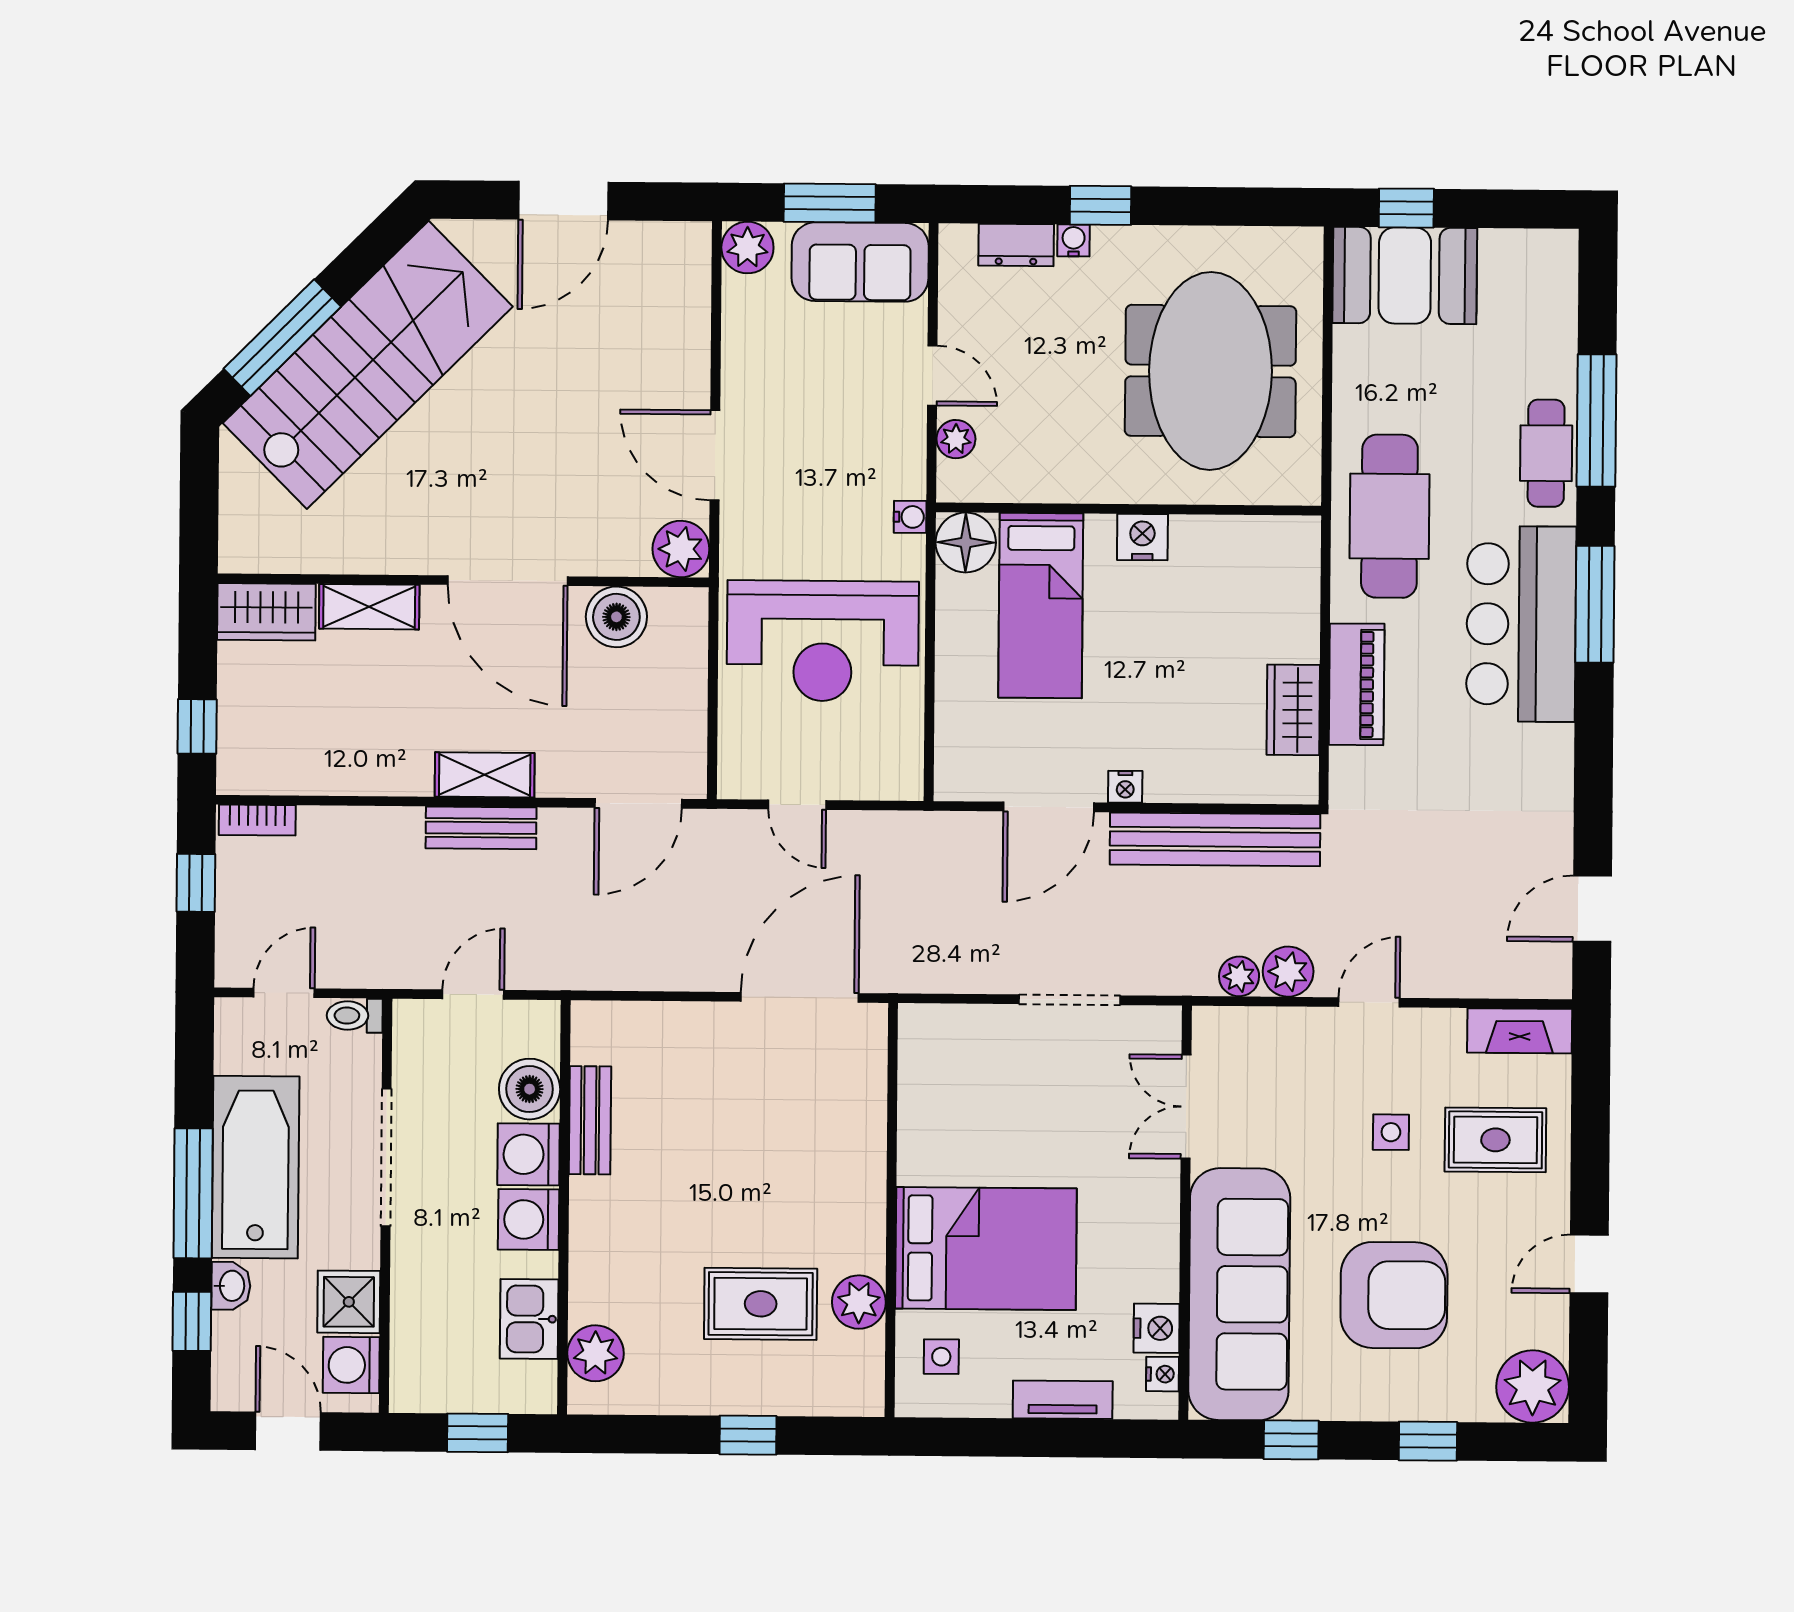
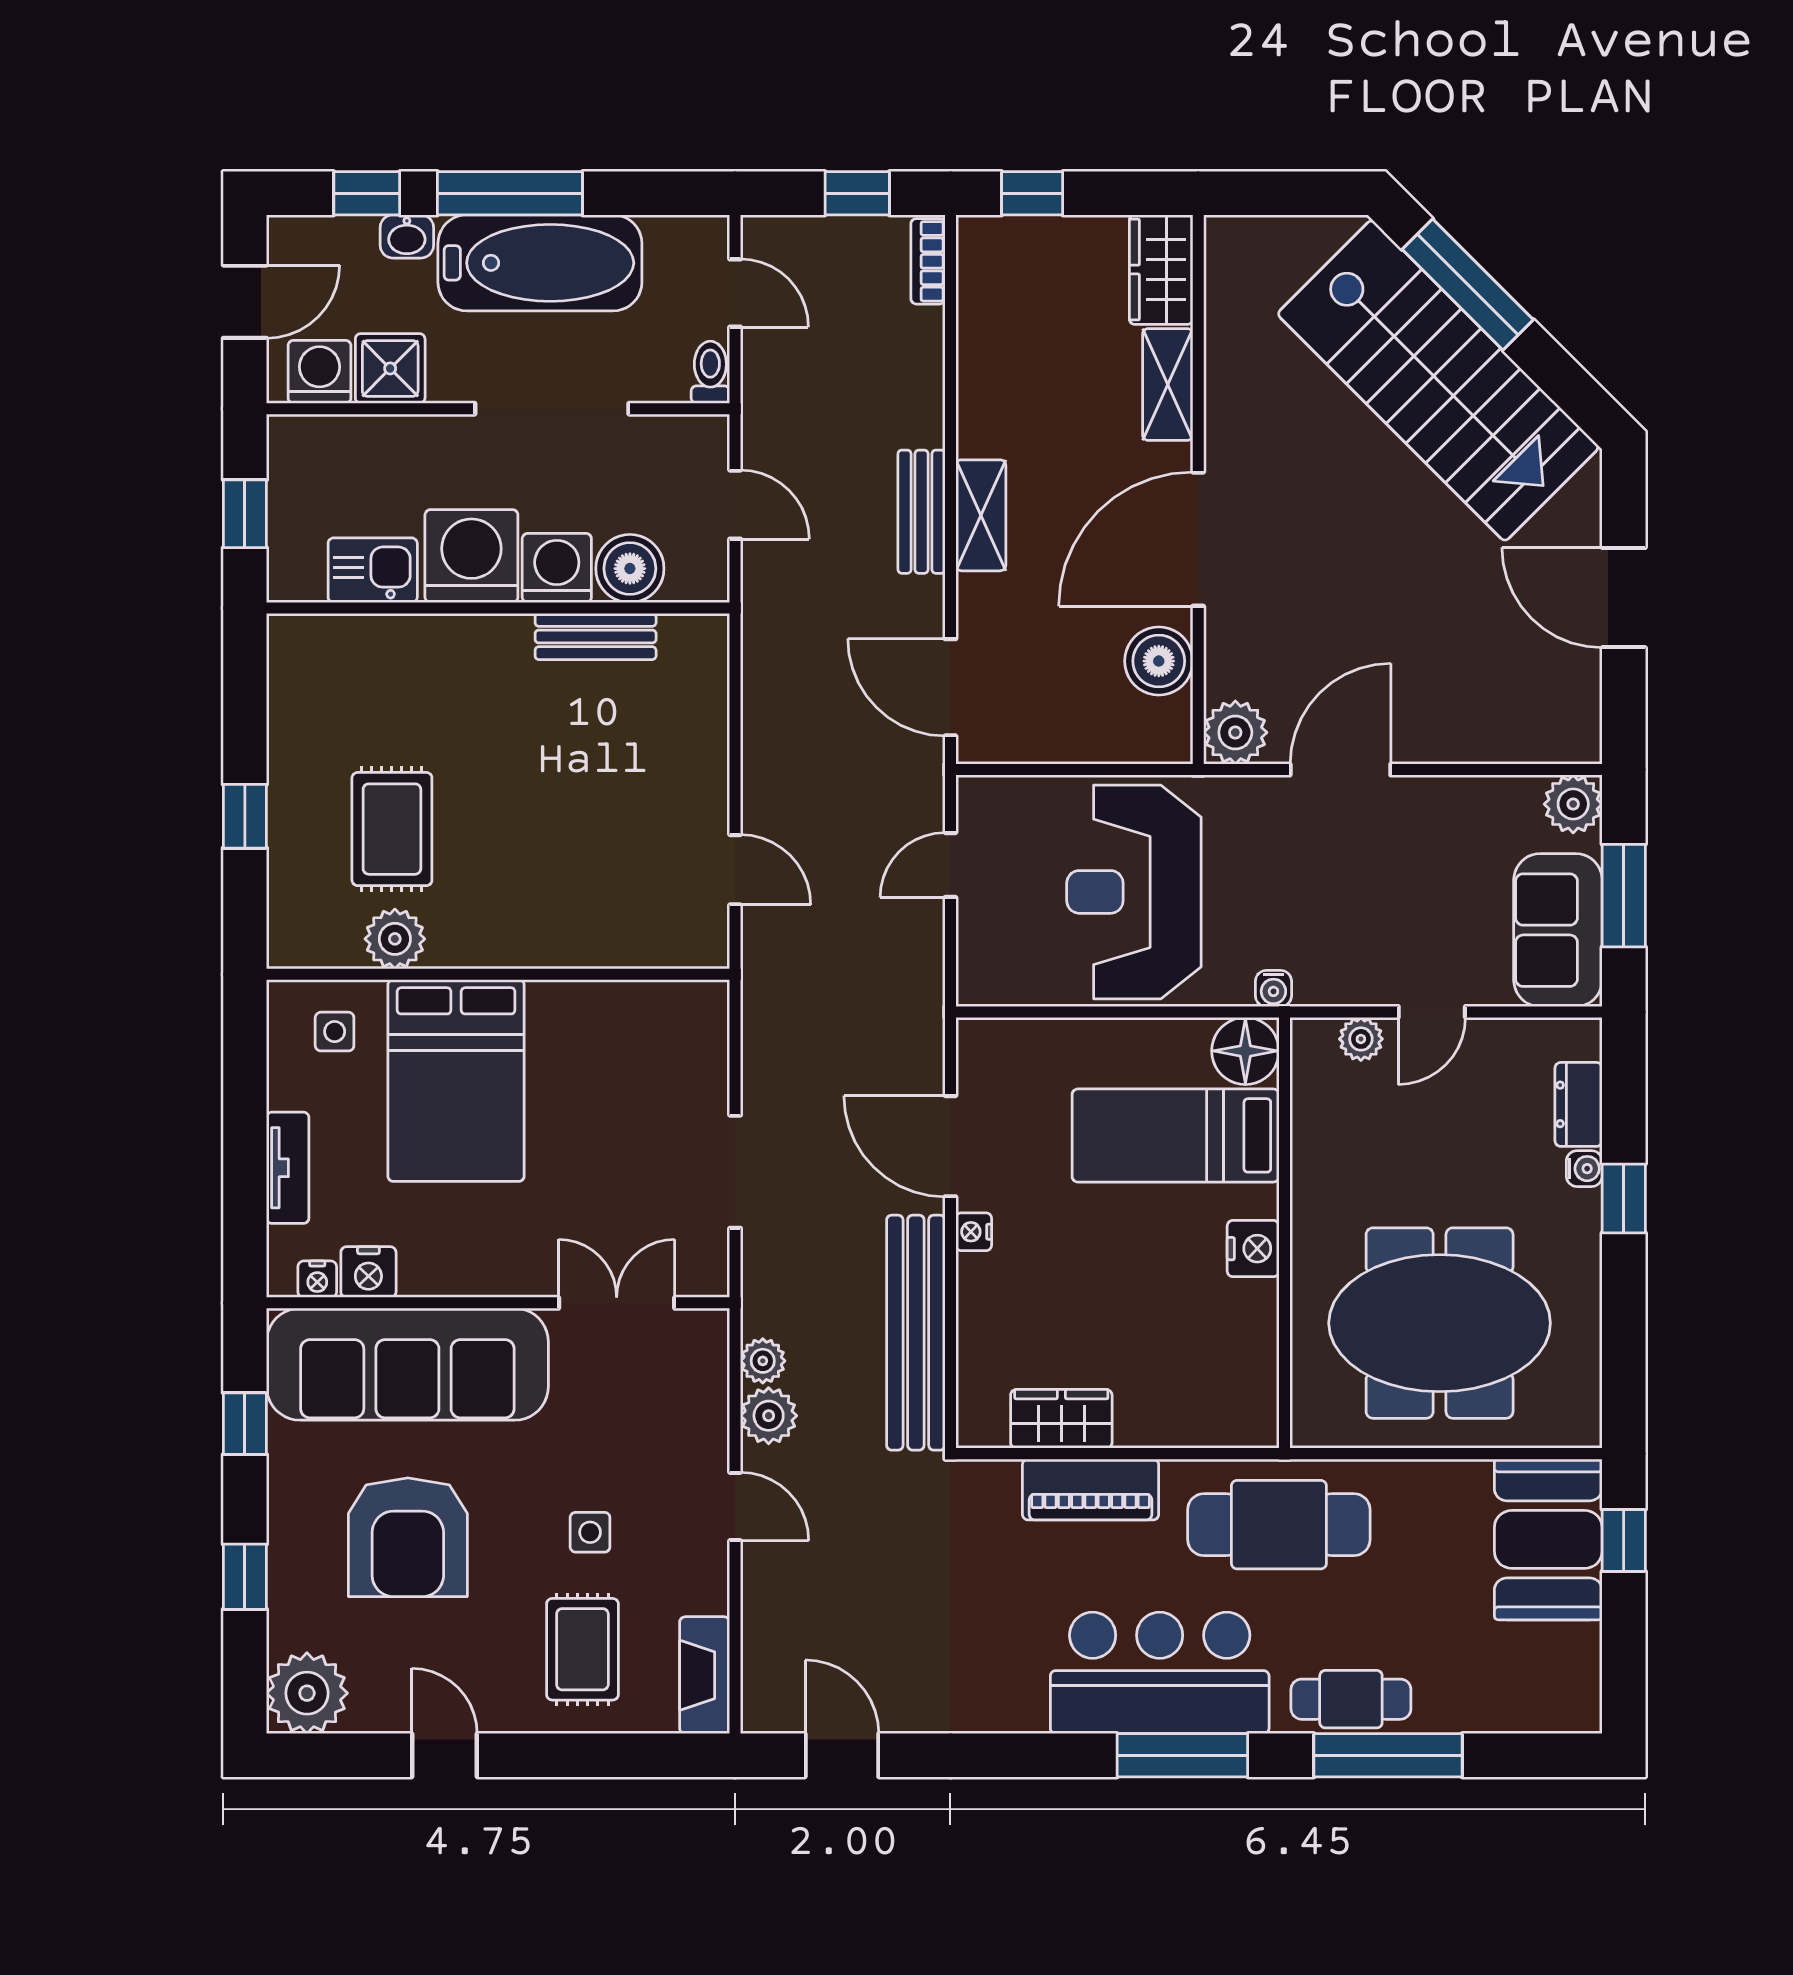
door: (800, 997) -> (735, 870), width x0.53
washing machine: (529, 1219) -> (471, 556), width x1.37, depth x1.37
plant: (596, 1353) -> (335, 645), removed

